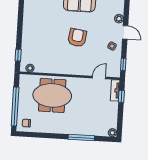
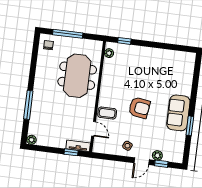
window: (123, 64) -> (161, 164), moved
coffee table: (84, 66) -> (107, 113), added
window: (15, 106) -> (68, 34), width x0.68

